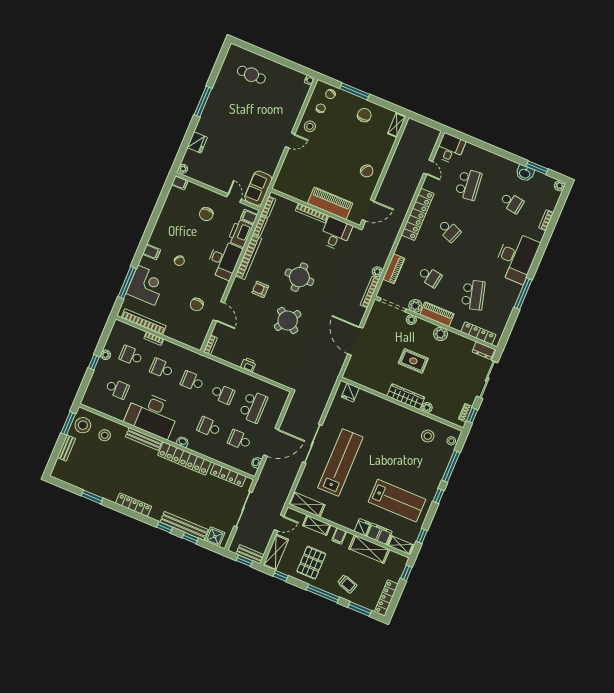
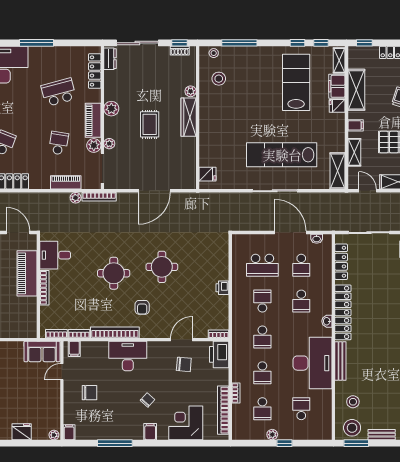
printer: (240, 233) -> (219, 354), moved, turned 90
window: (127, 283) -> (115, 443), moved
round table: (288, 321) -> (162, 267), turned -34
school desk: (253, 407) -> (262, 265), turned 180
window: (438, 496) -> (298, 43), moved

